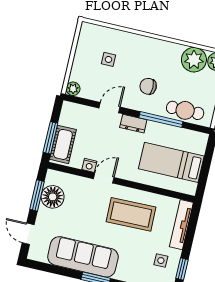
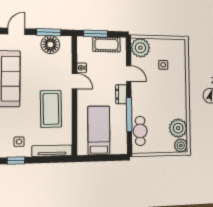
chair: (148, 86) -> (151, 99), removed
plant: (73, 89) -> (140, 48), width x1.88, depth x1.88
cot: (63, 144) -> (106, 45), moved

